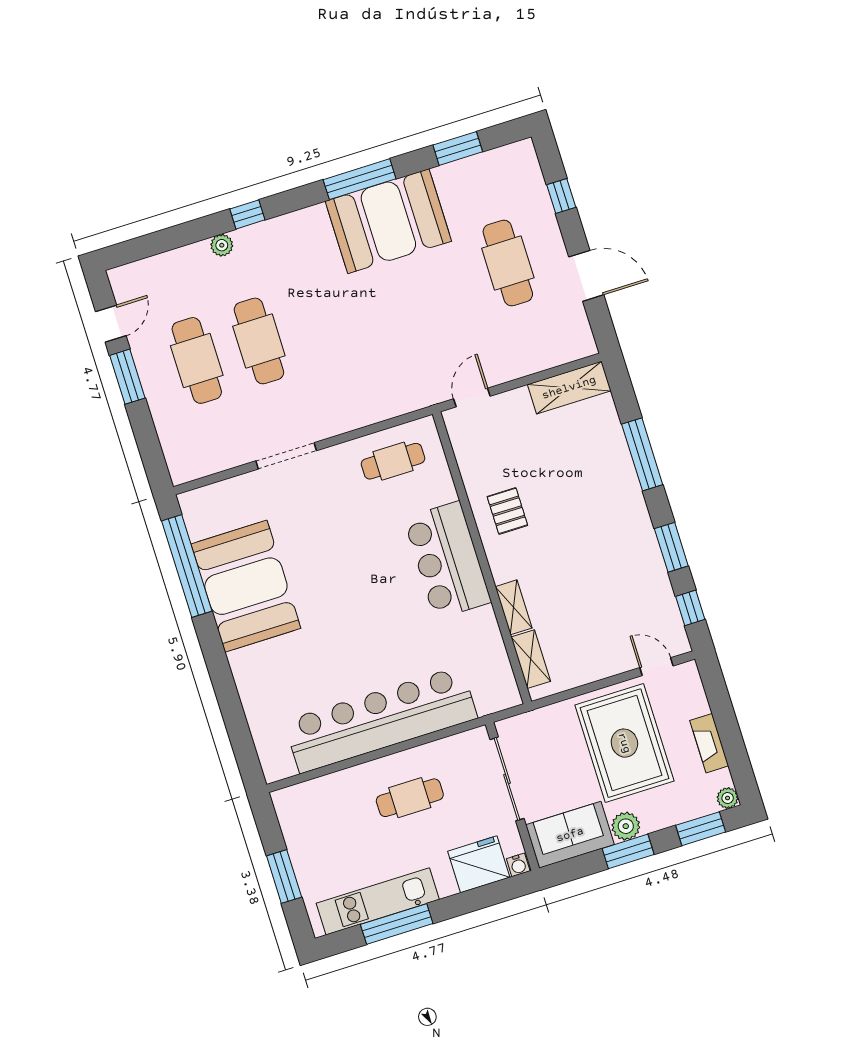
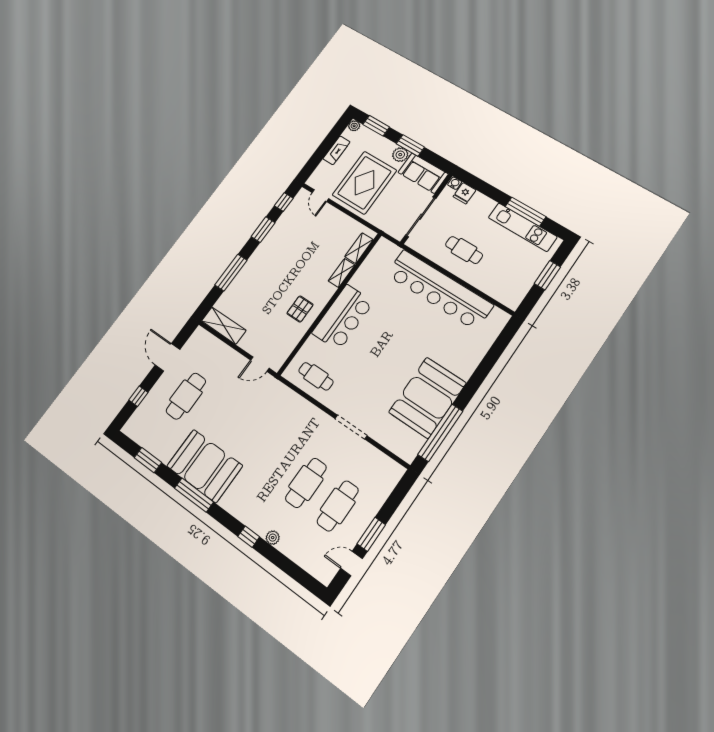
fridge: (479, 864) -> (465, 193), width x0.53, depth x0.75

